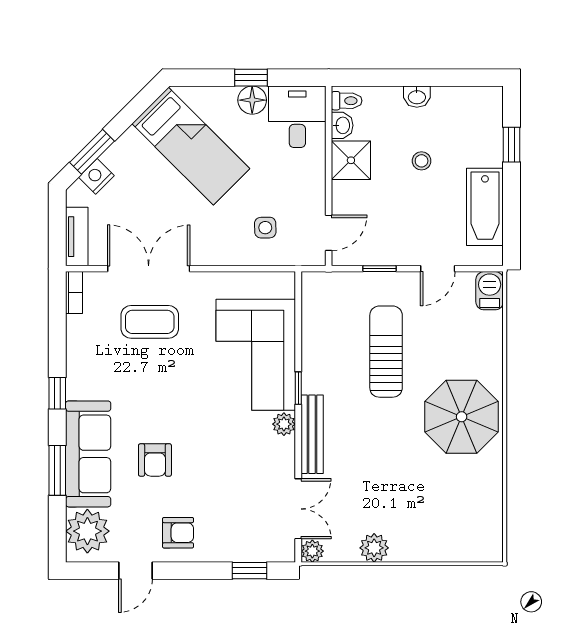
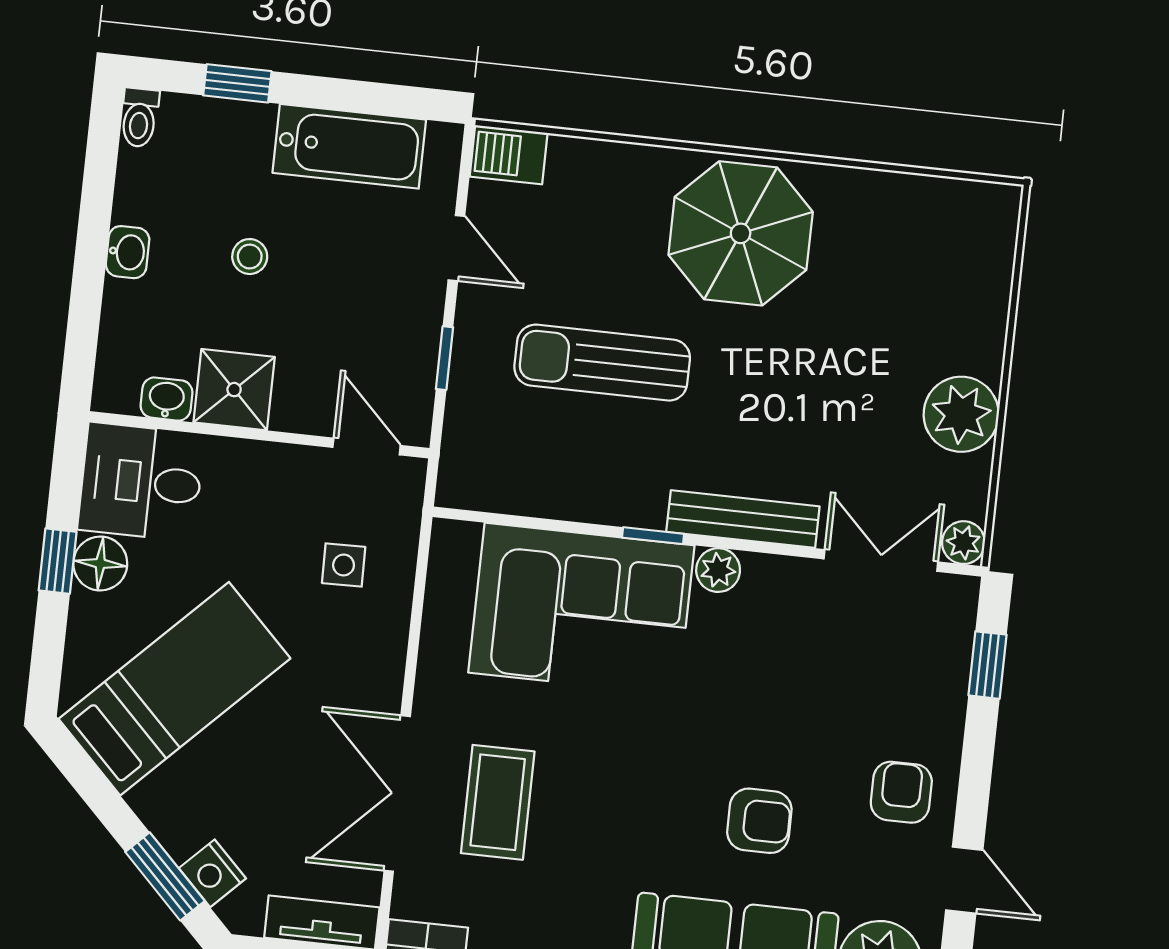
toilet: (347, 101) -> (139, 118), moved, turned 180
plant: (374, 548) -> (961, 414), width x1.36, depth x1.36

